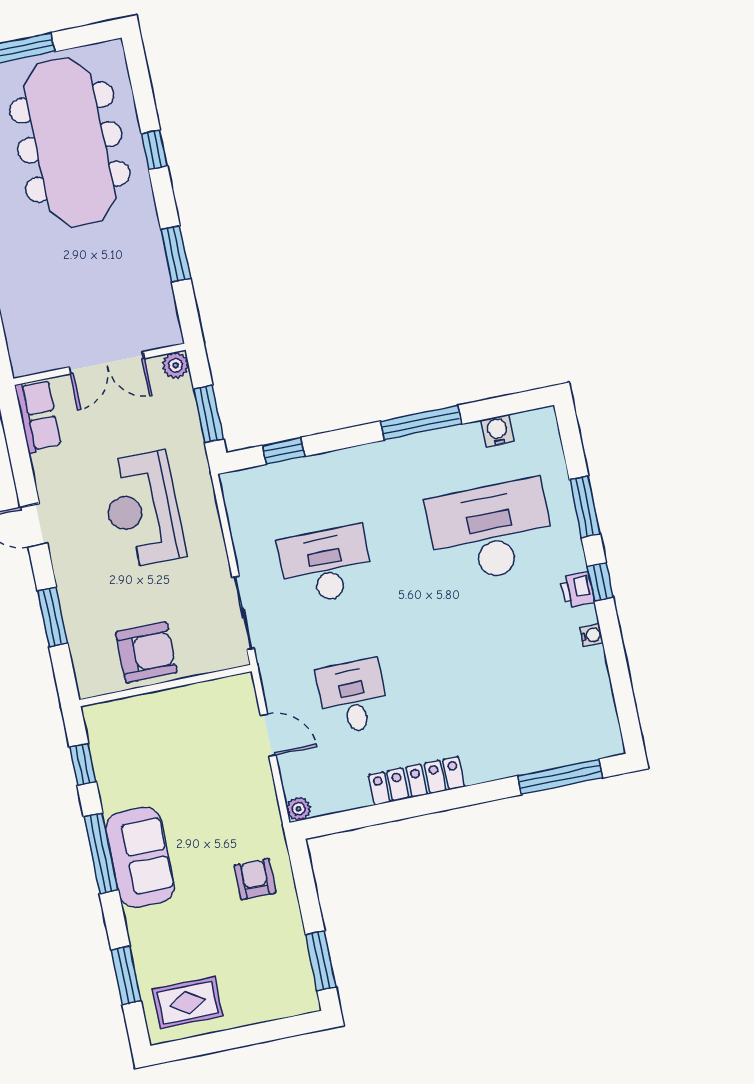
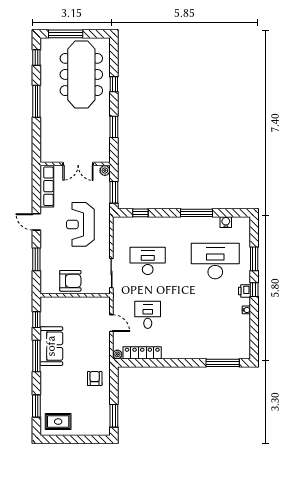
row of seats: (38, 416) -> (47, 186), width x1.48
locker: (416, 781) -> (142, 353), moved
sofa: (140, 857) -> (51, 346), moved

